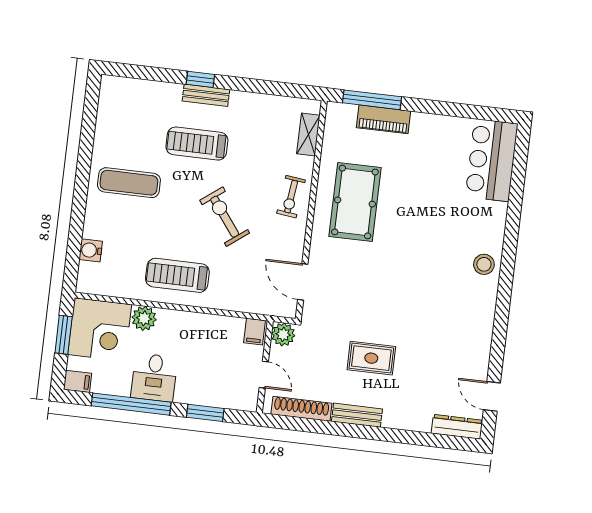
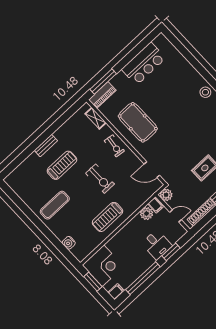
window: (200, 79) -> (38, 142), removed
piano: (384, 119) -> (102, 95), moved
treadmill: (197, 144) -> (62, 165), turned 180
bar counter: (492, 160) -> (144, 64), moved, turned -90
exercise bike: (225, 217) -> (100, 179), turned -143
plant: (144, 318) -> (147, 214), moved
desk: (154, 377) -> (157, 245), moved

